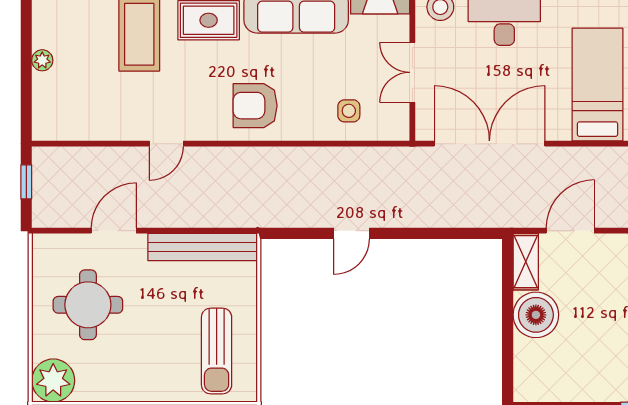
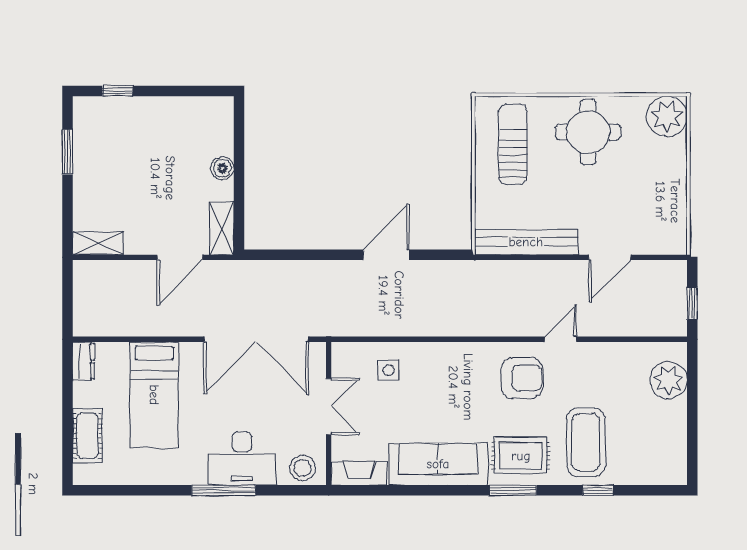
plant: (42, 60) -> (668, 380), moved, width x1.88, depth x1.88
armchair: (255, 106) -> (522, 378), moved
door: (351, 233) -> (386, 255), width x1.38
round table: (88, 305) -> (588, 132), moved
boiler: (536, 315) -> (222, 168), width x0.54, depth x0.54

